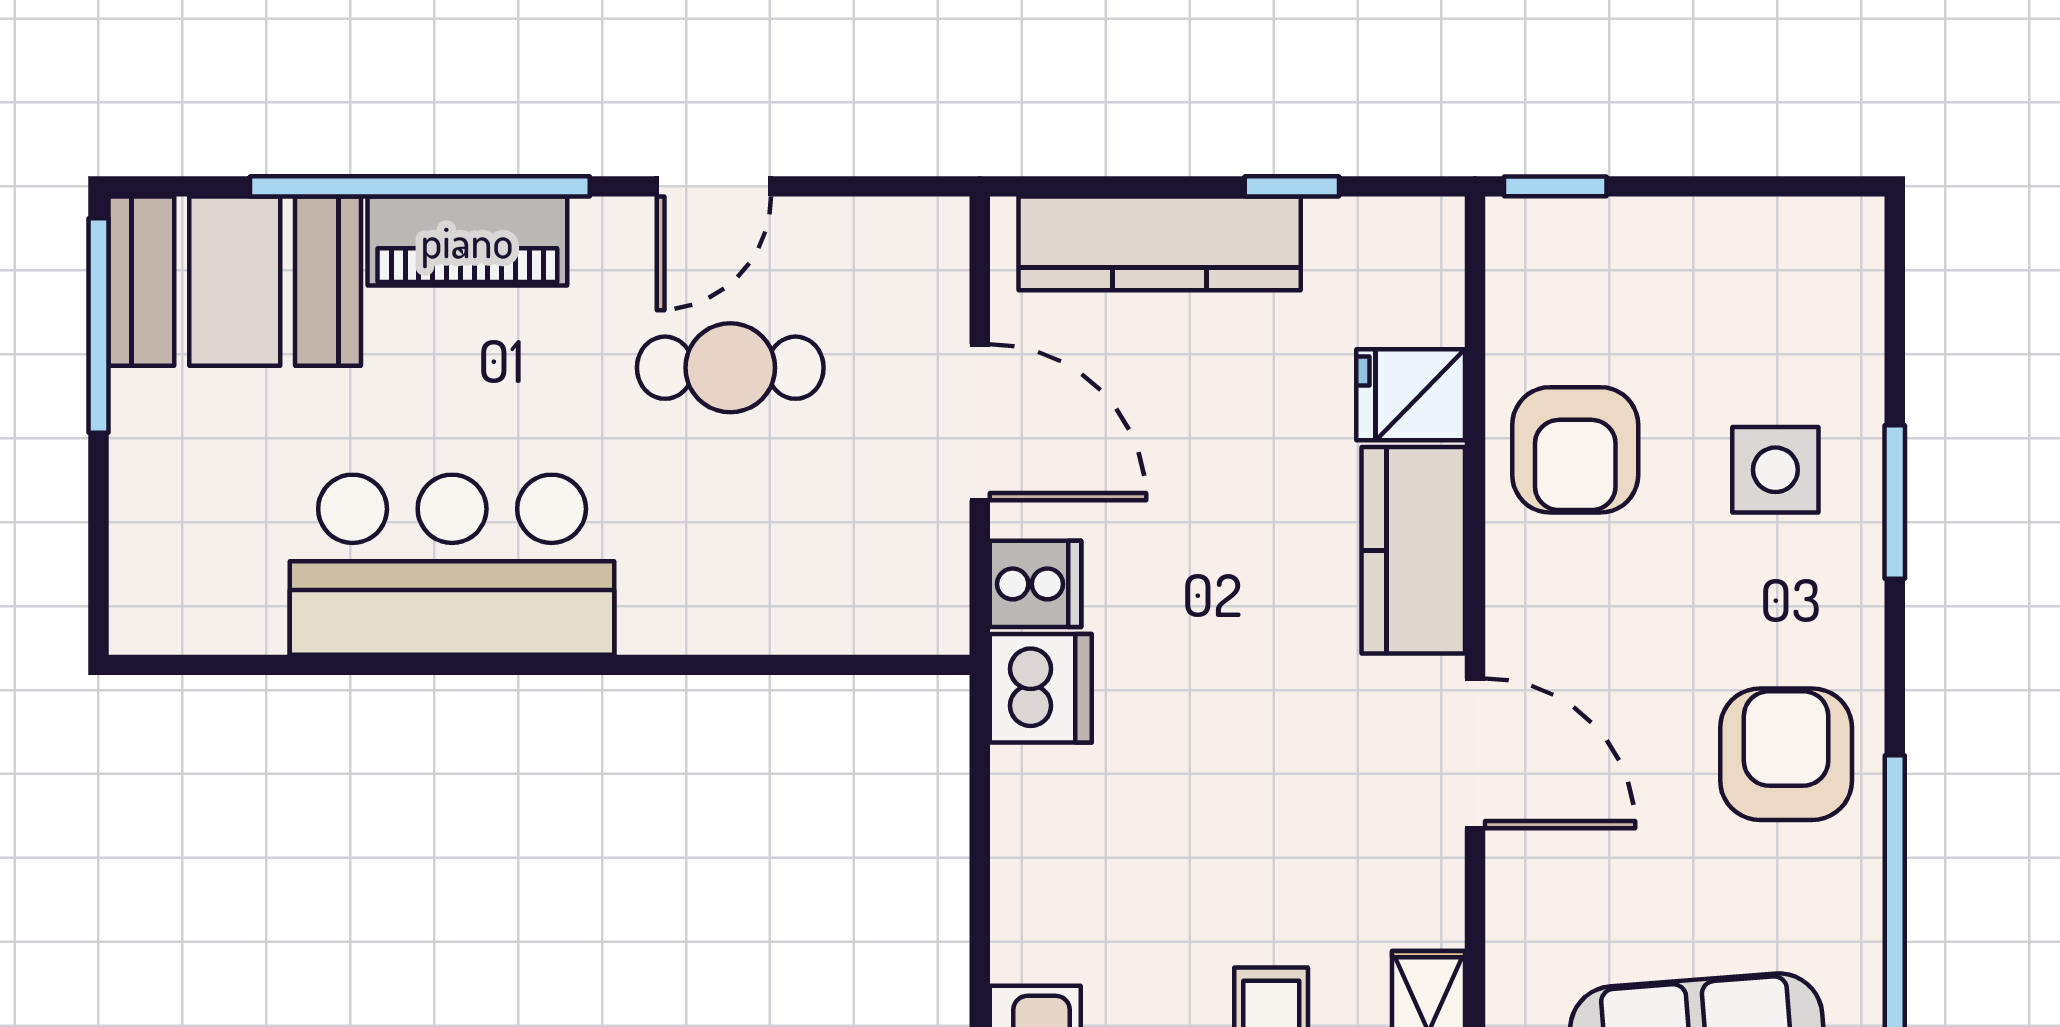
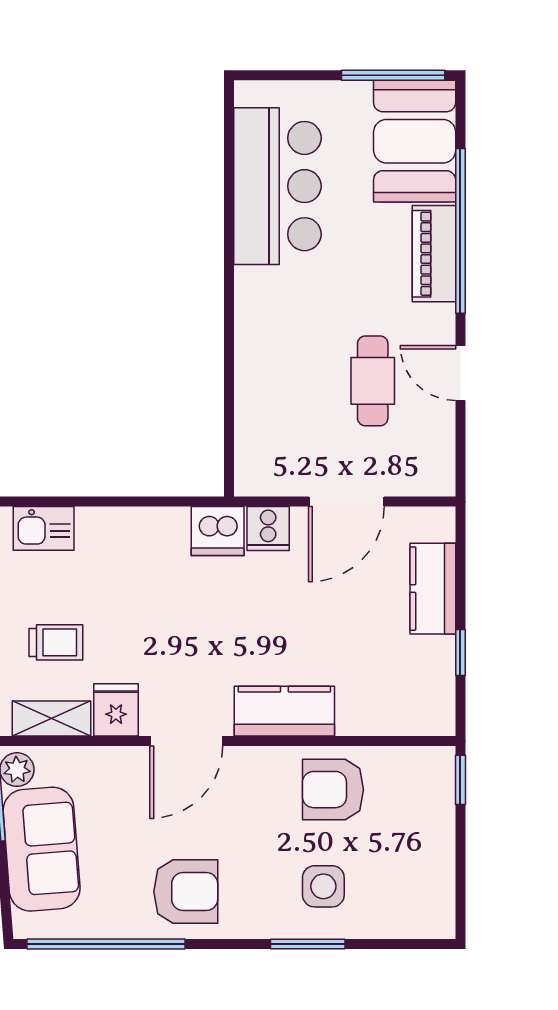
kitchen counter: (1160, 243) -> (433, 589), width x0.67
fridge: (1411, 395) -> (116, 710), moved
bar counter: (452, 565) -> (277, 186), moved

